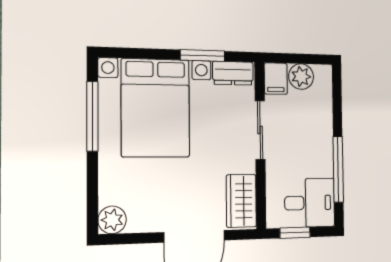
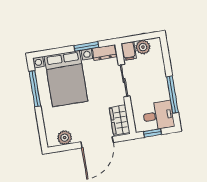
plant: (112, 220) -> (65, 138), moved

